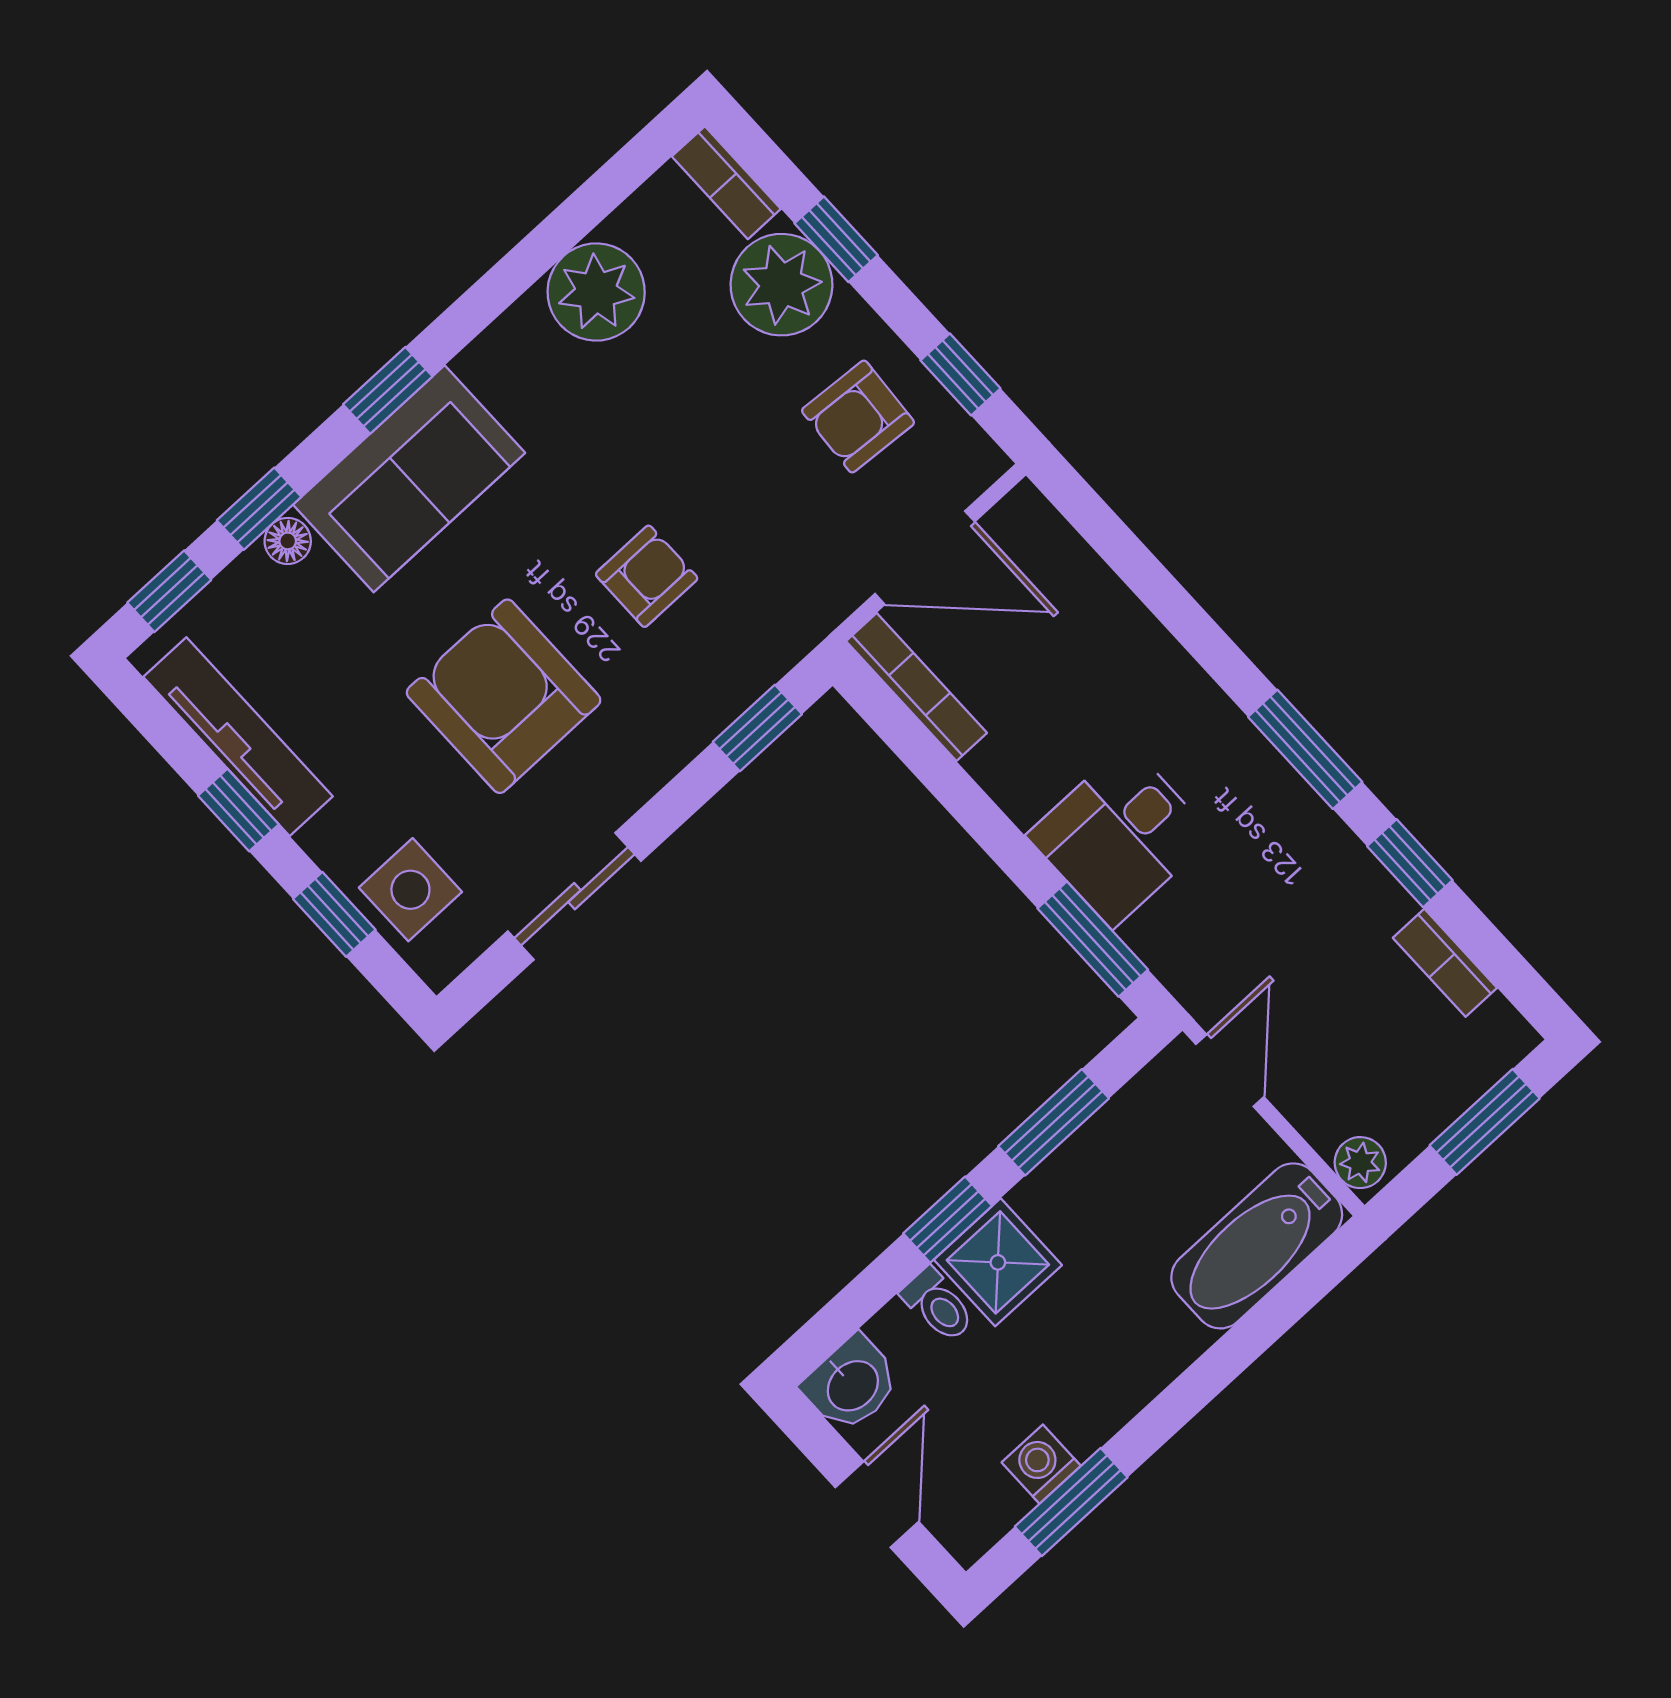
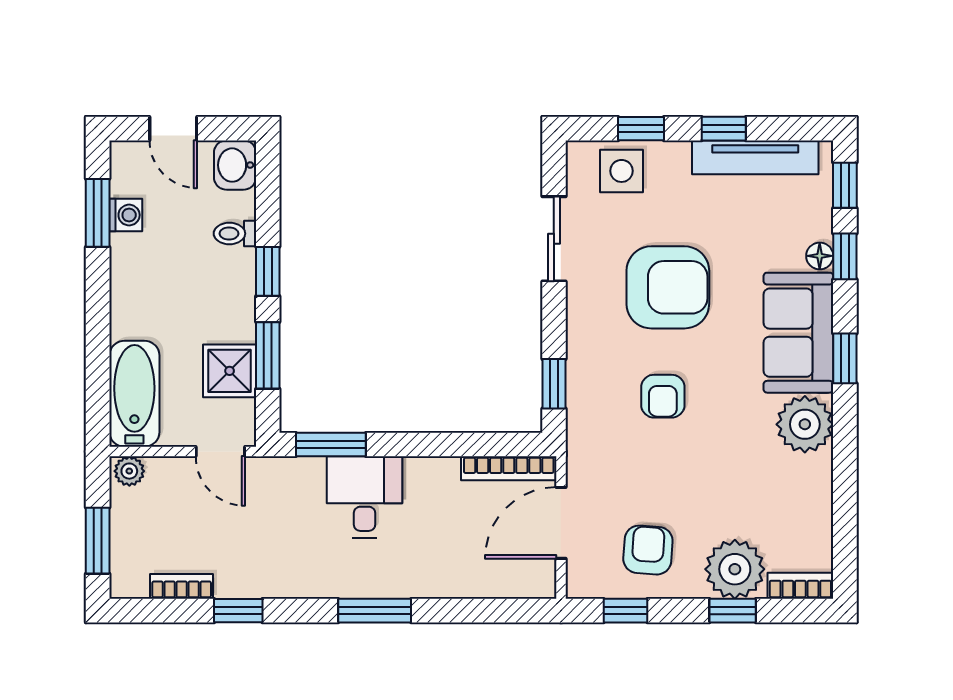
plant: (596, 292) -> (805, 424), moved
window: (1305, 749) -> (375, 611), moved
shower: (998, 1262) -> (230, 371), moved

